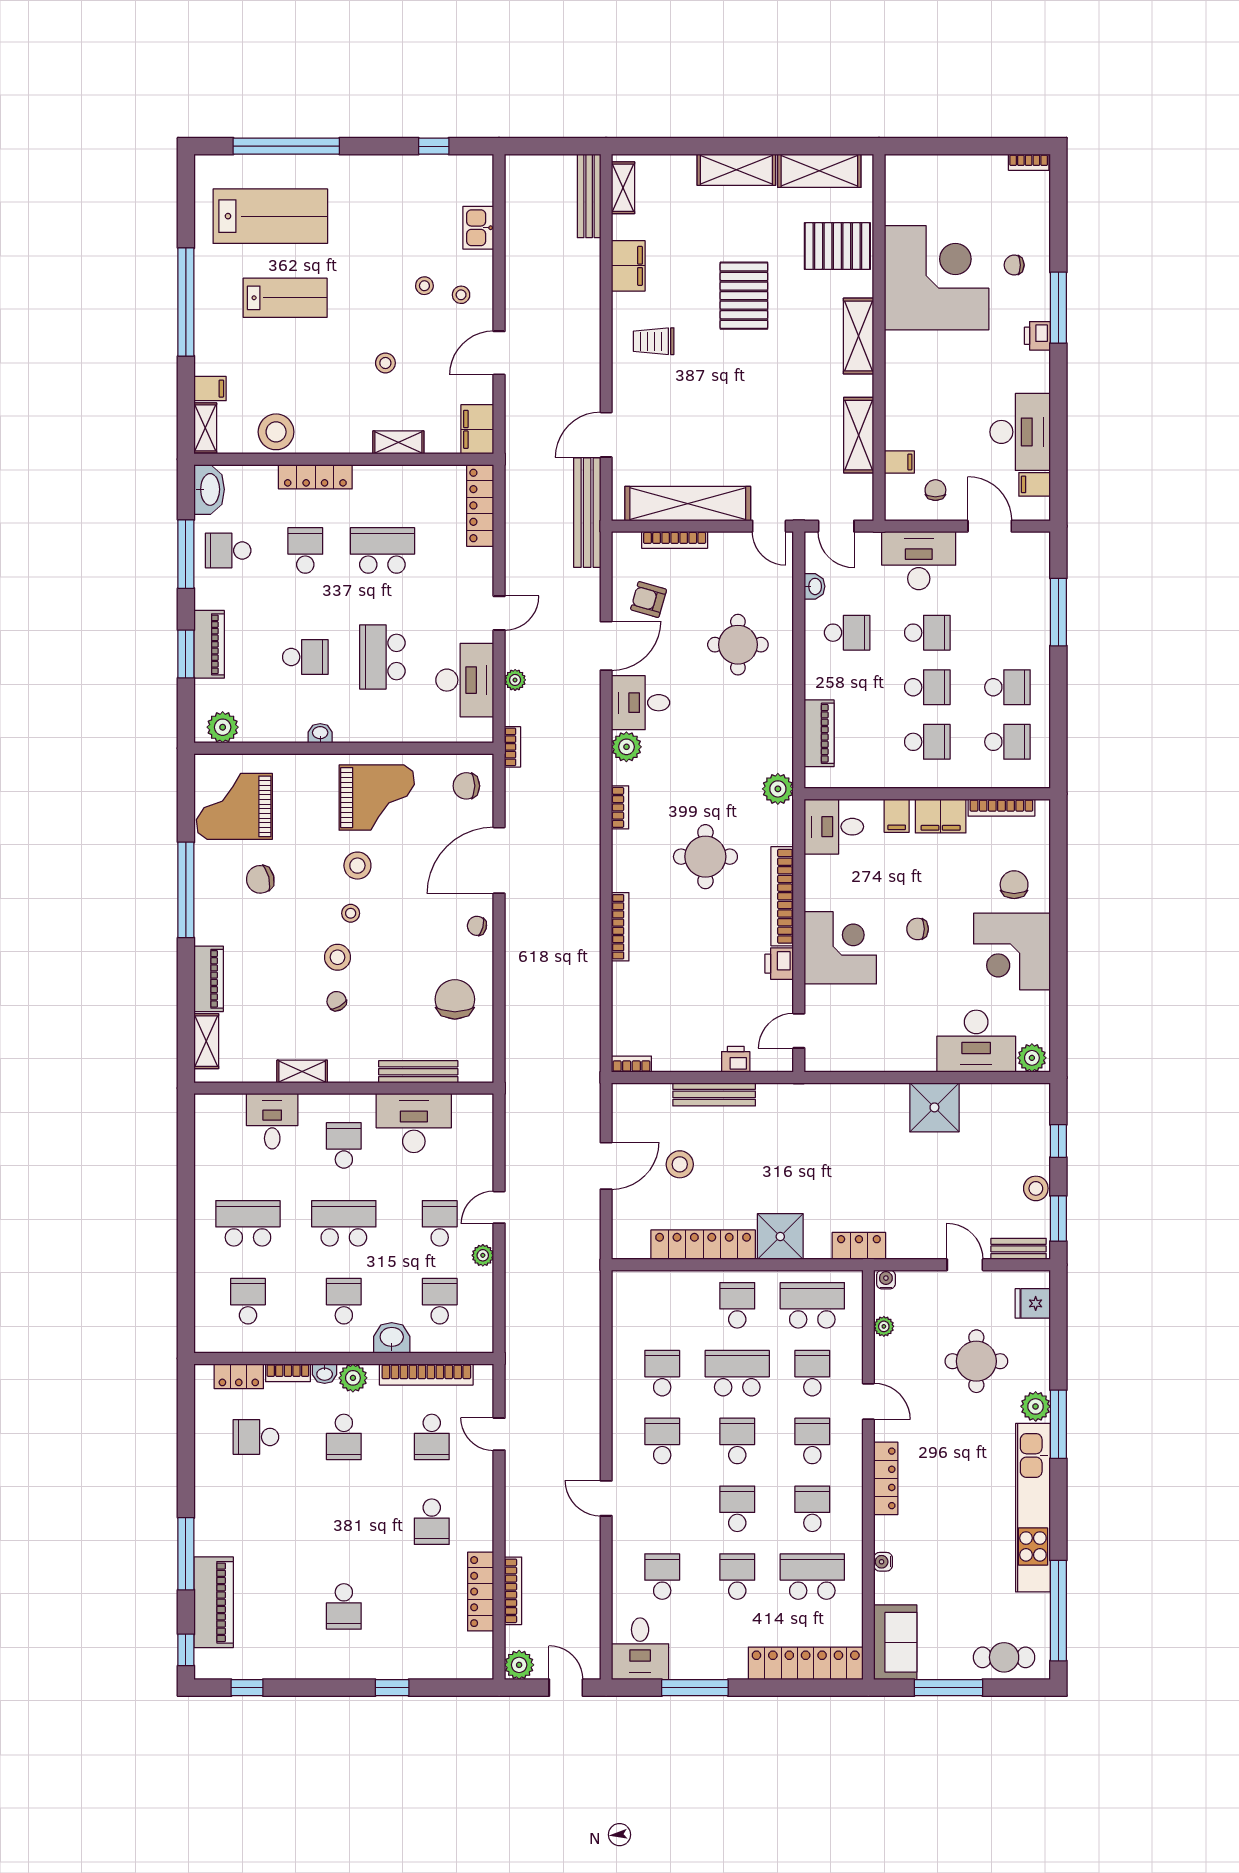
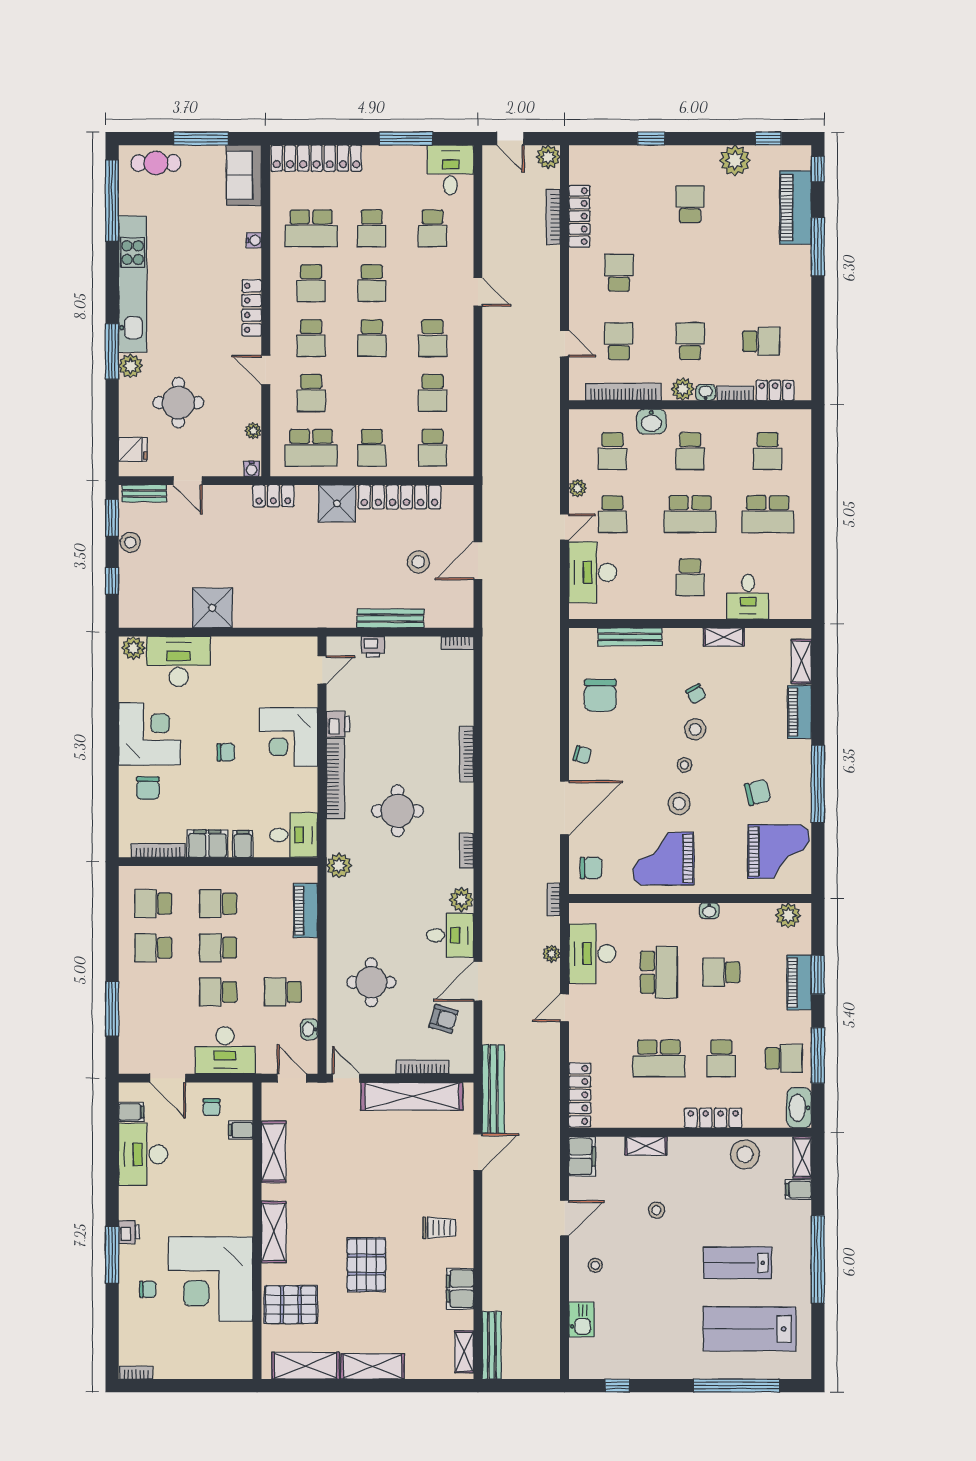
stool: (424, 286) -> (625, 1273), removed
desk: (414, 1123) -> (593, 572), moved, turned 90
school desk: (737, 1373) -> (433, 448), moved, width x0.54
plant: (288, 1661) -> (735, 160), added

